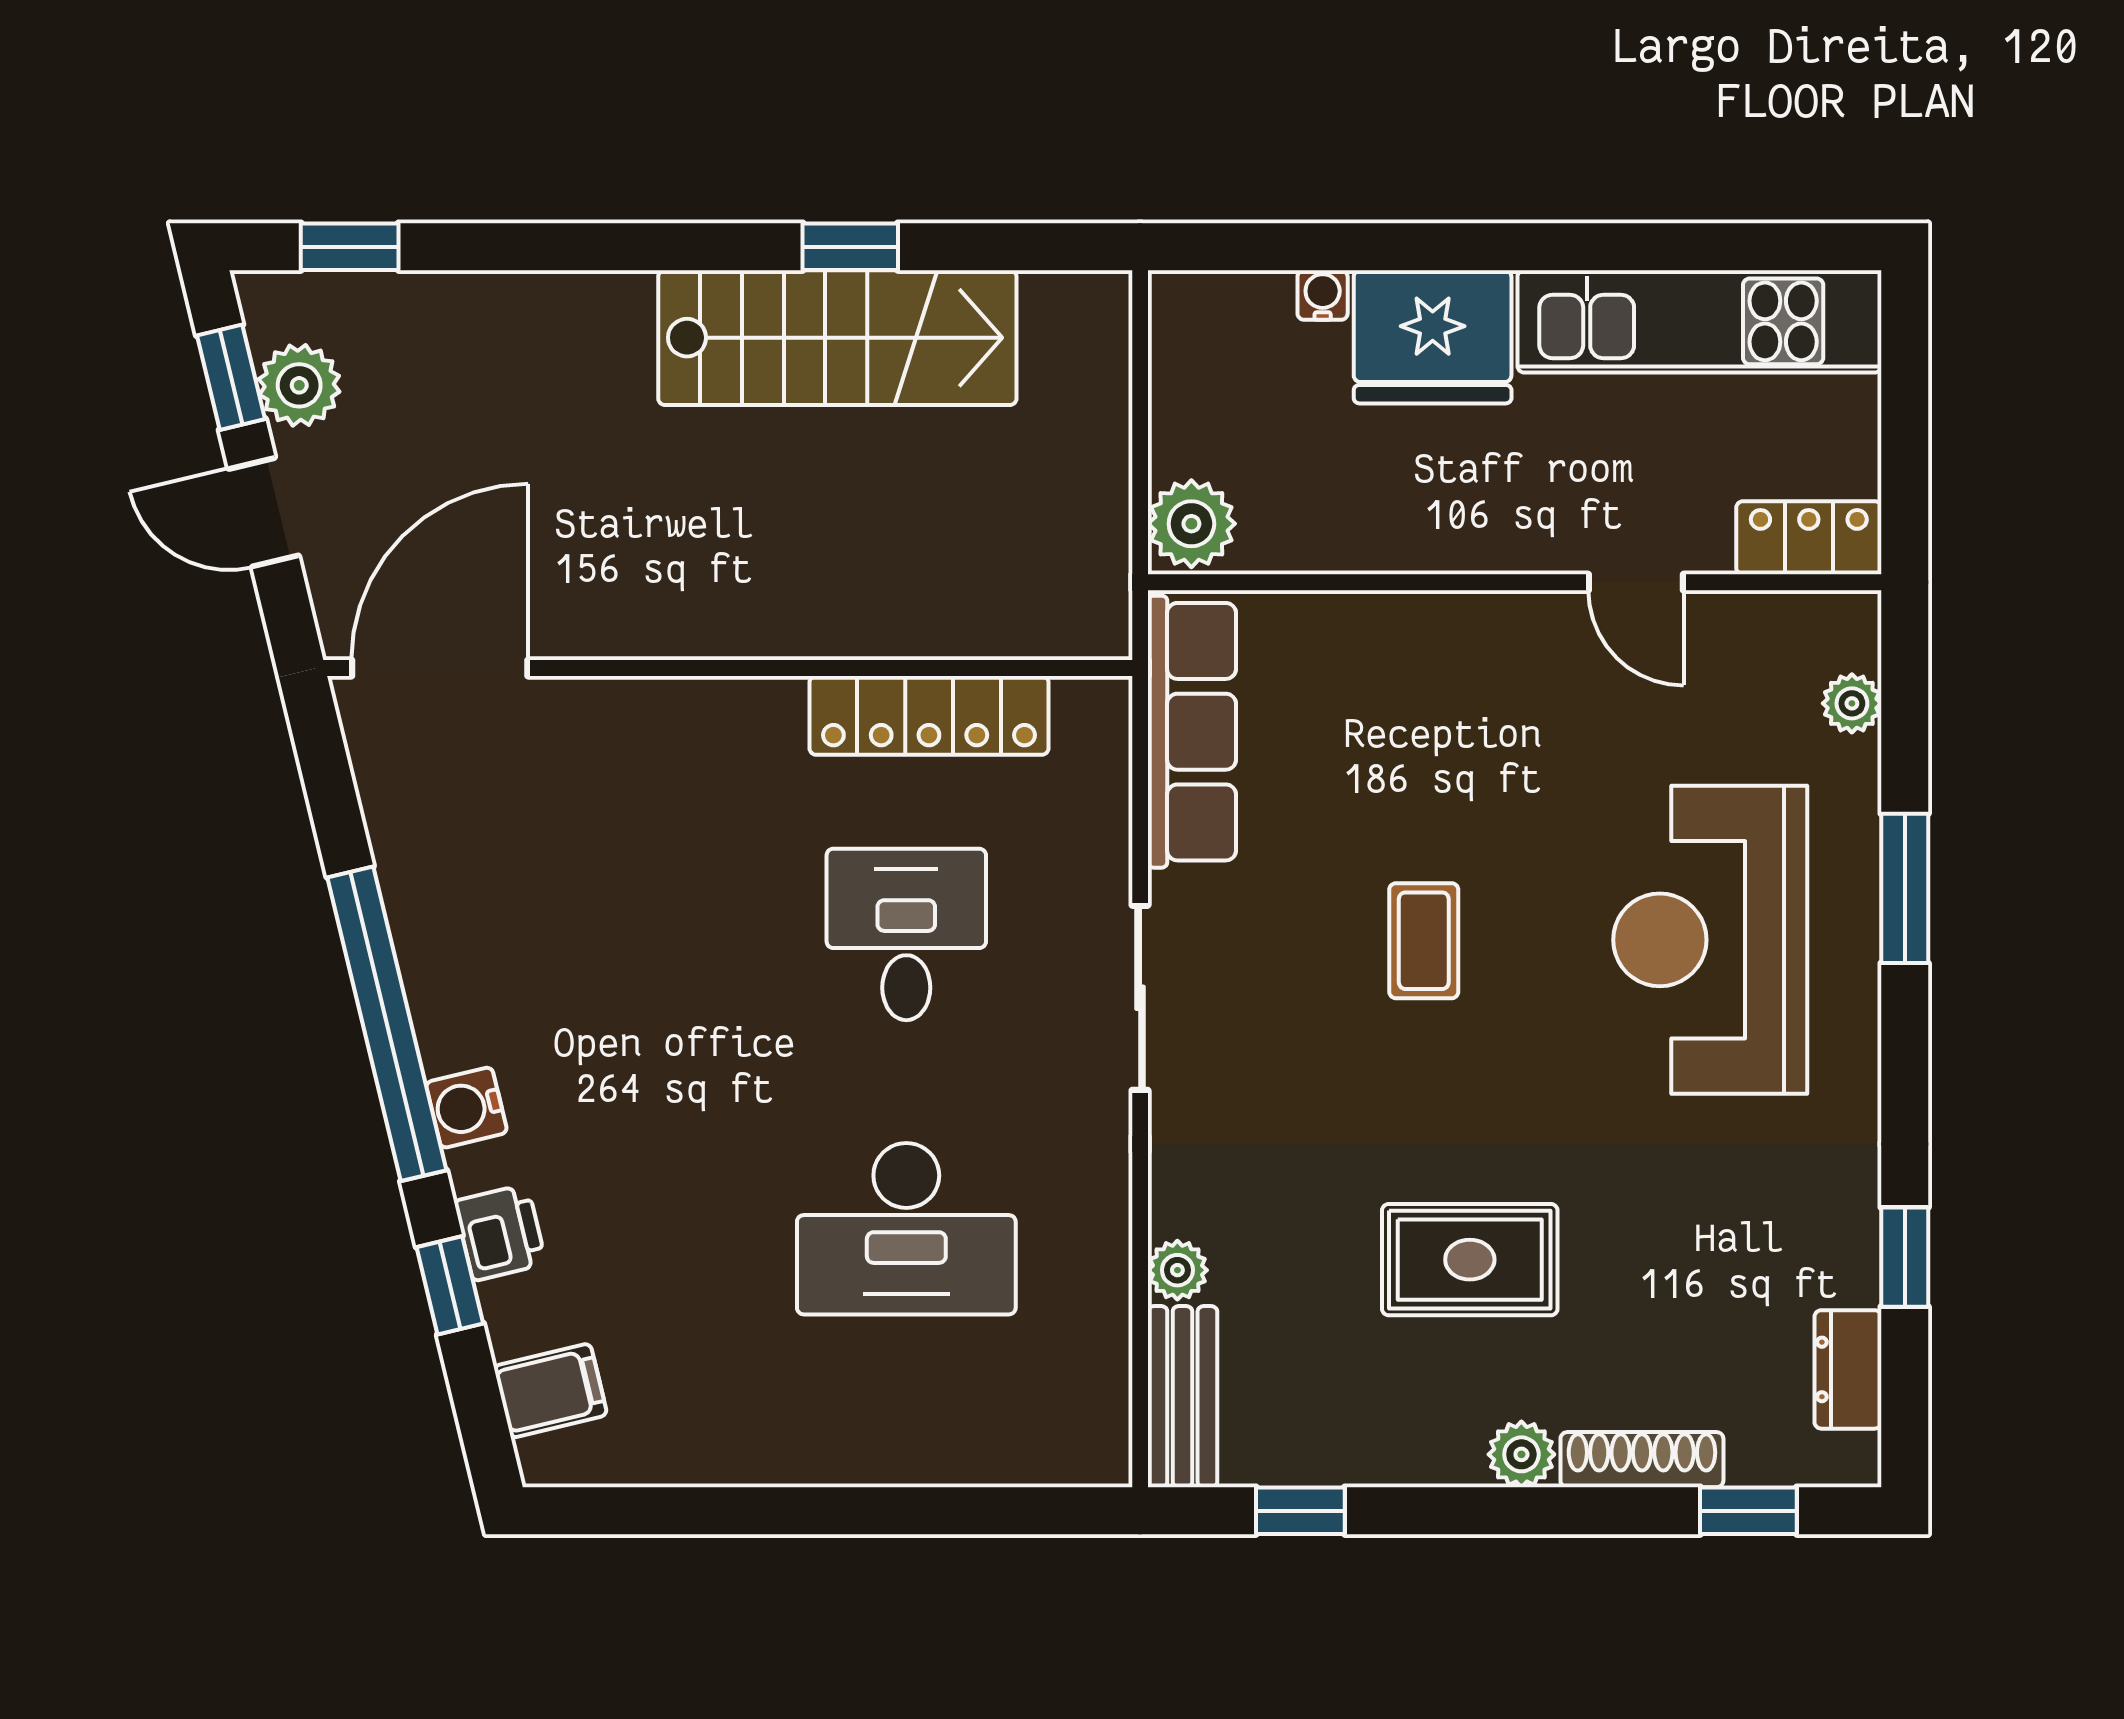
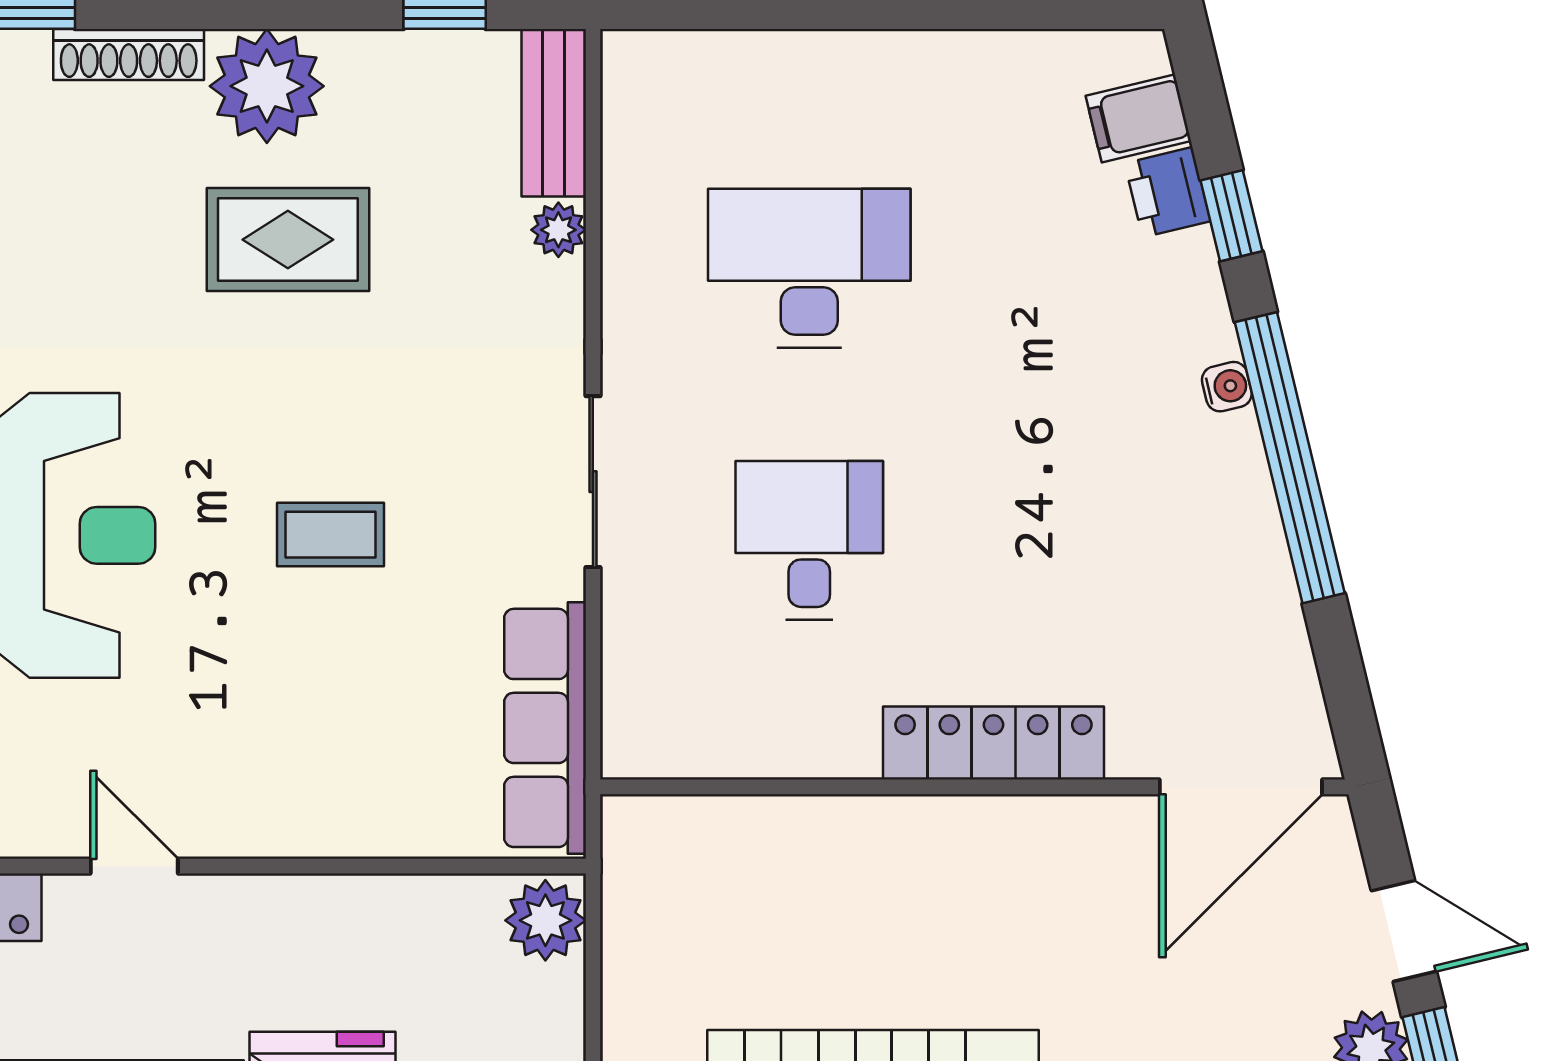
locker: (929, 715) -> (993, 743), moved
desk: (906, 934) -> (809, 540), turned 180
coffee table: (1424, 941) -> (331, 535), turned 90
water cooler: (466, 1108) -> (1227, 387), width x0.72, depth x0.72
printer: (500, 1233) -> (1168, 192), moved
plant: (1521, 1454) -> (267, 86), width x1.87, depth x1.87

